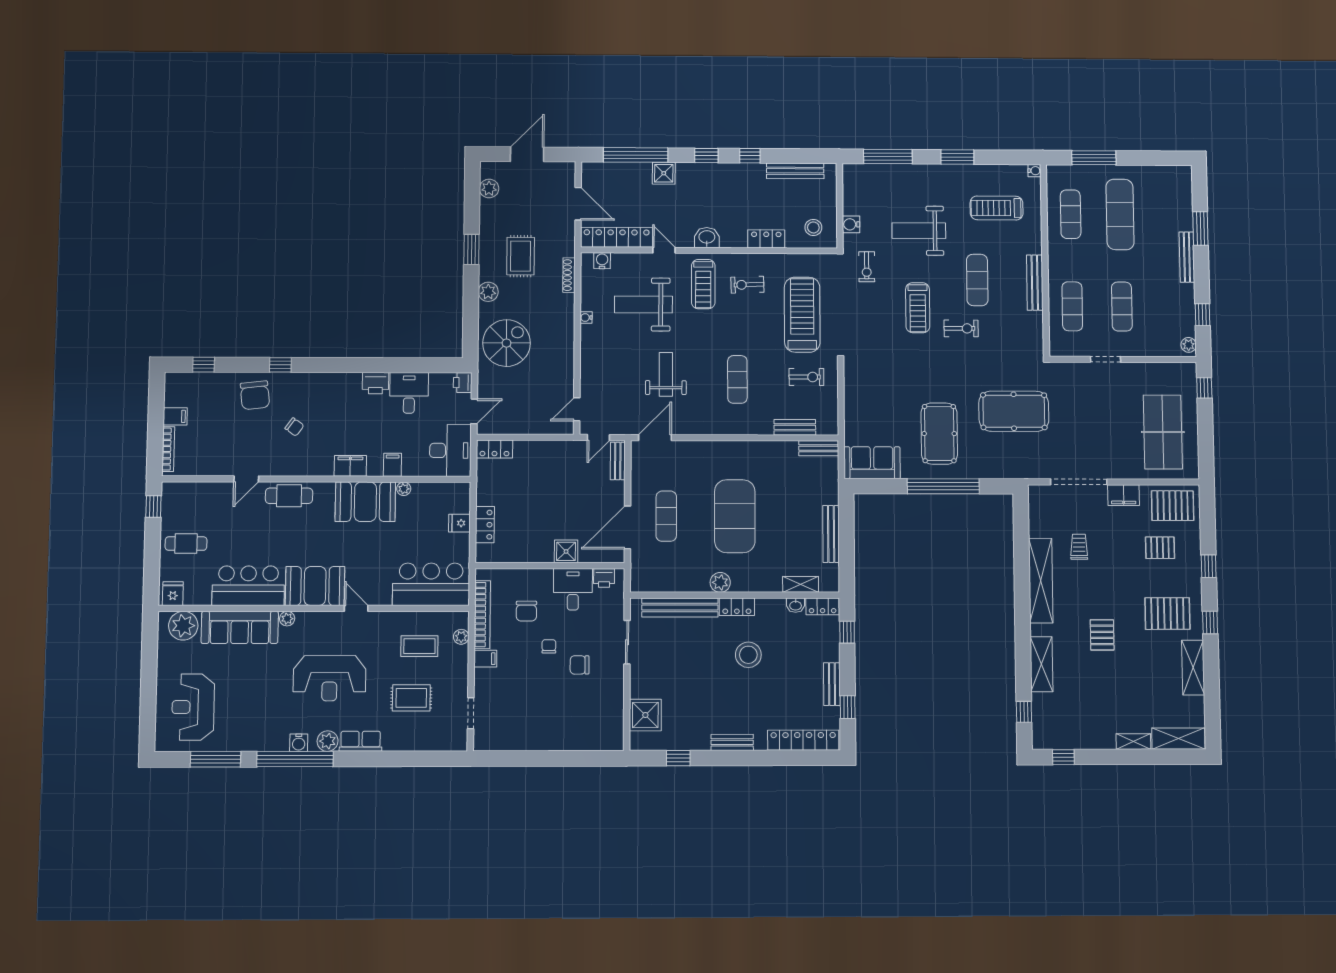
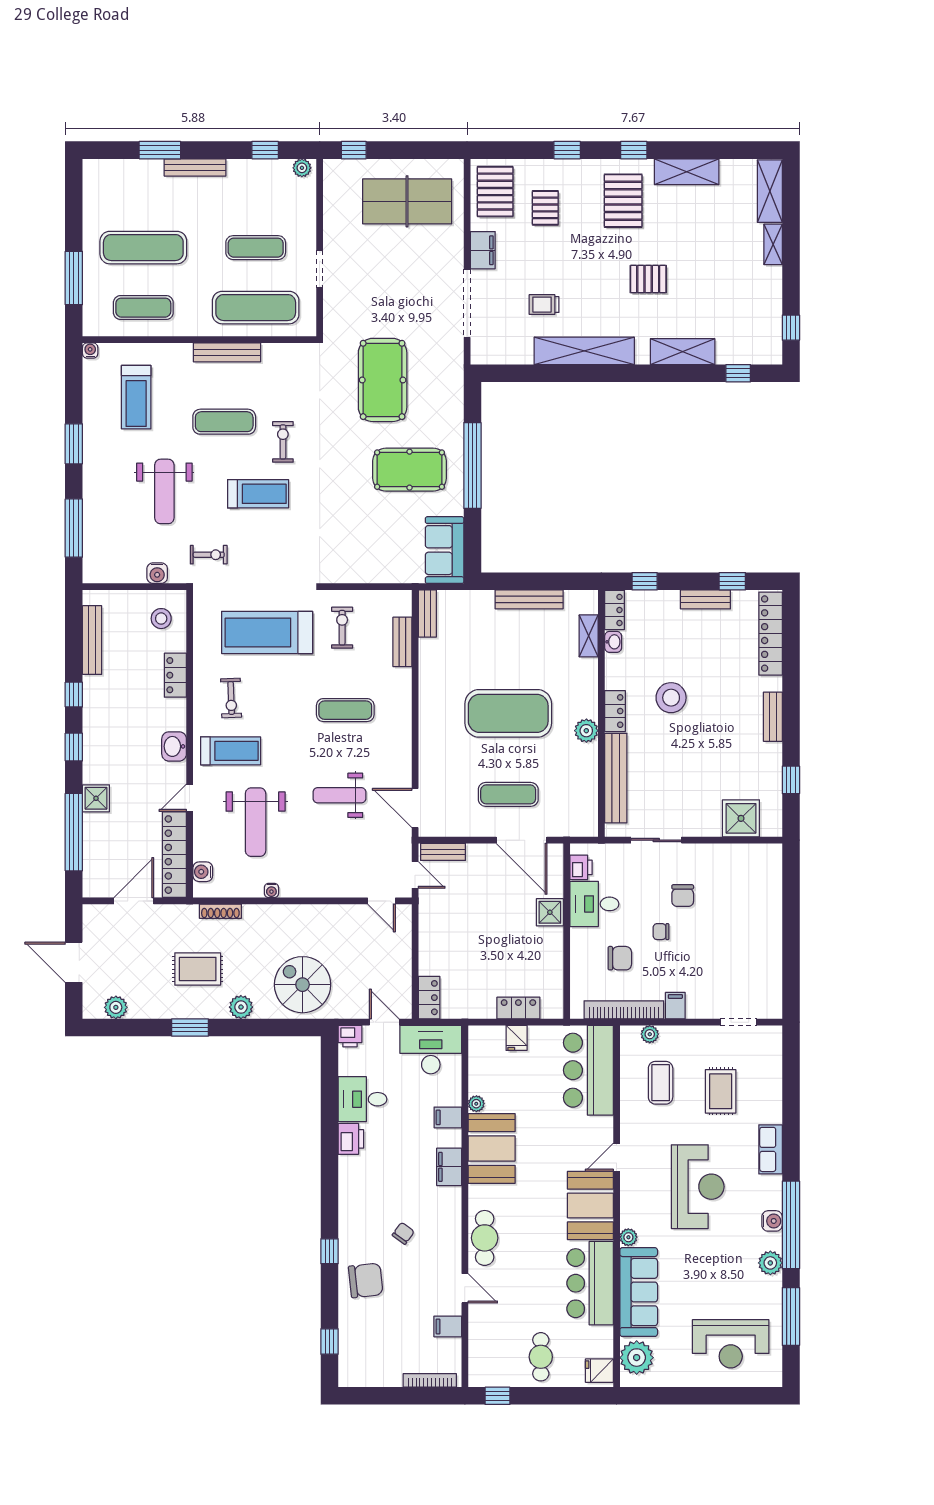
exercise mat: (1072, 306) -> (256, 308), width x1.36, depth x1.45
filing cabinet: (175, 416) -> (448, 1326), moved, turned -90
plant: (328, 741) -> (770, 1263), moved

